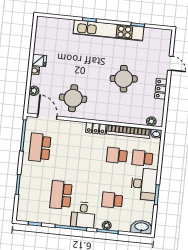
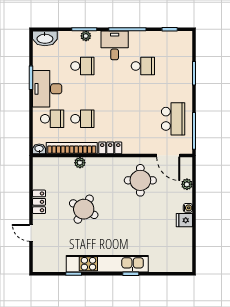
round table: (124, 79) -> (84, 209), turned 34
plant: (151, 121) -> (80, 163), moved
school desk: (61, 195) -> (143, 66), width x0.54

